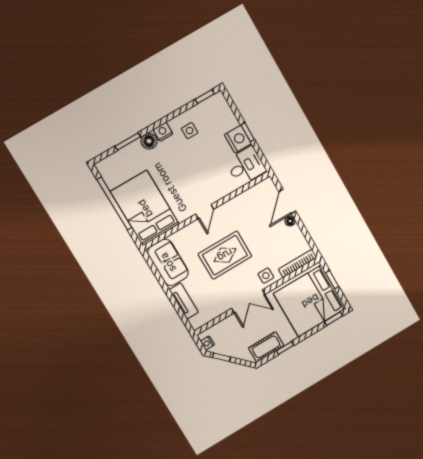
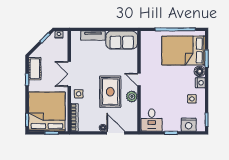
nightstand: (238, 139) -> (189, 125), moved
bed: (145, 208) -> (183, 51), moved, turned 180
plant: (231, 208) -> (132, 97), added
rug: (225, 255) -> (110, 92), moved

